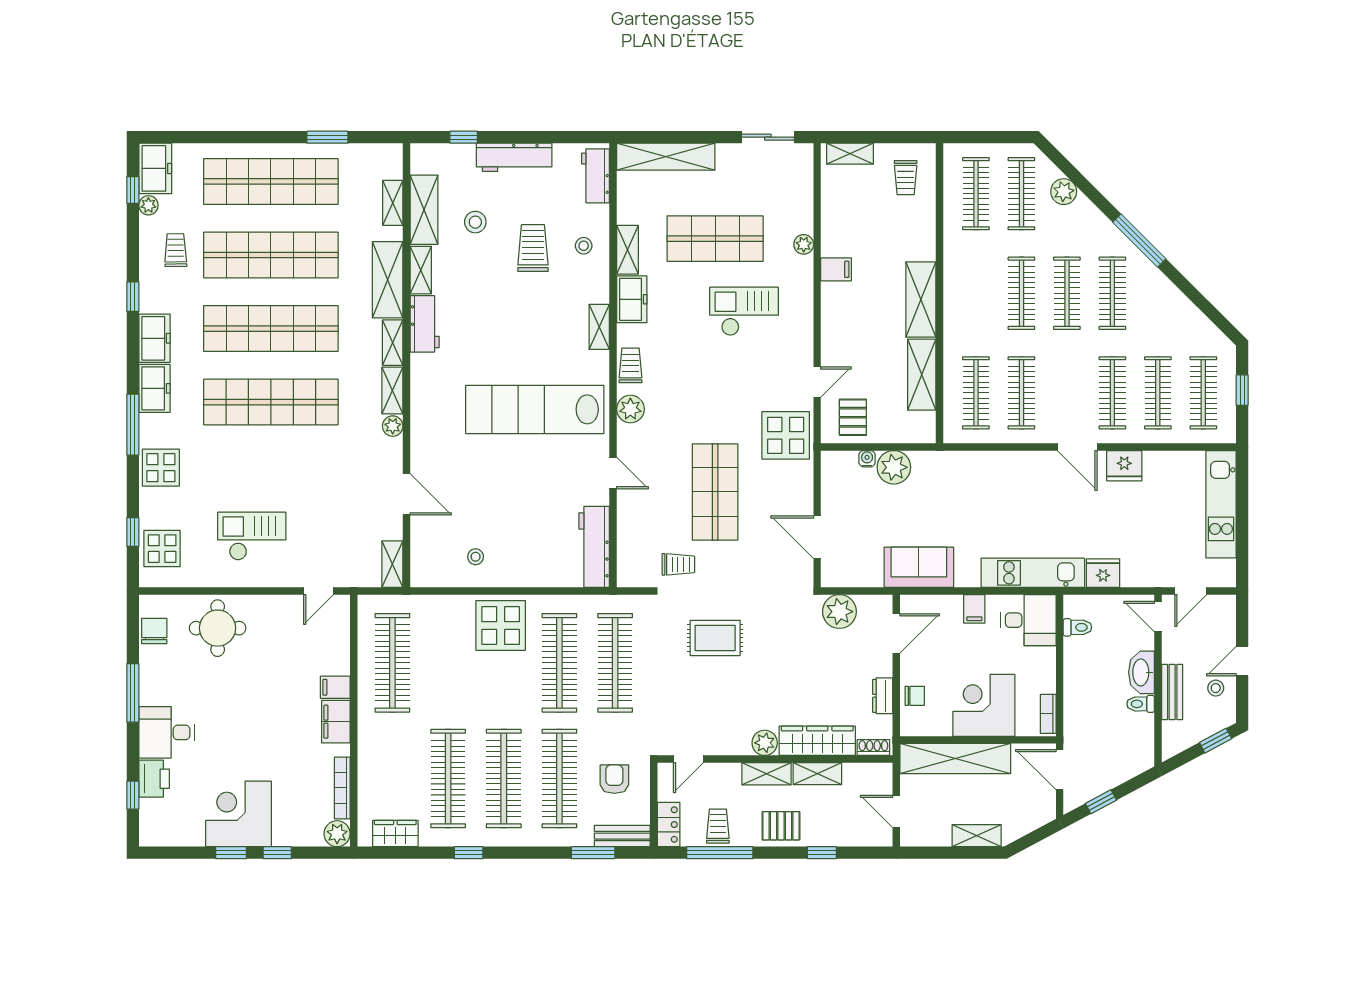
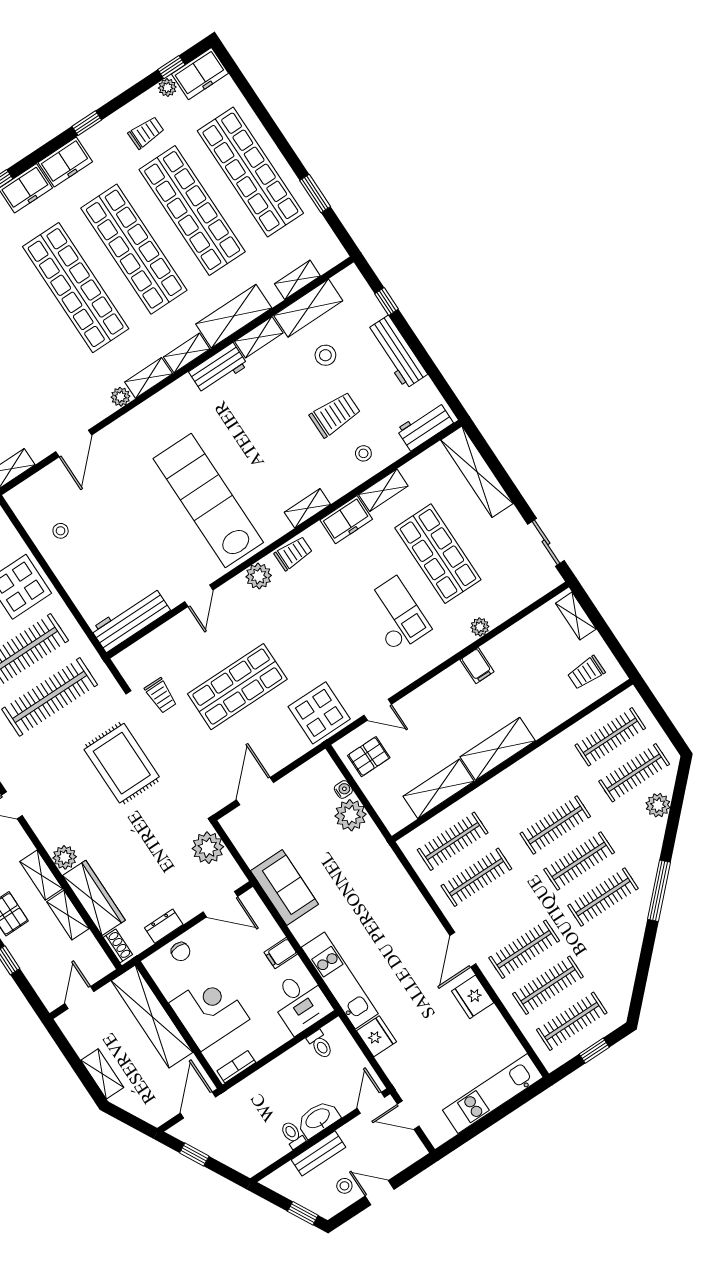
rug: (715, 638) -> (122, 763), width x1.36, depth x1.43

